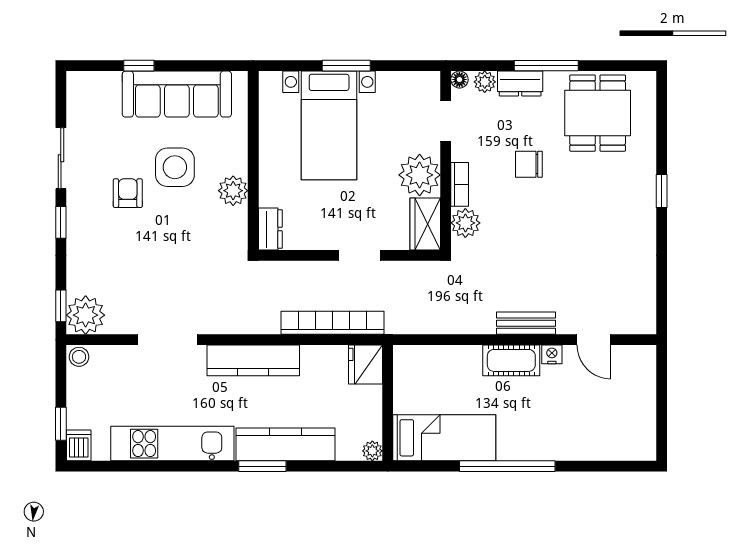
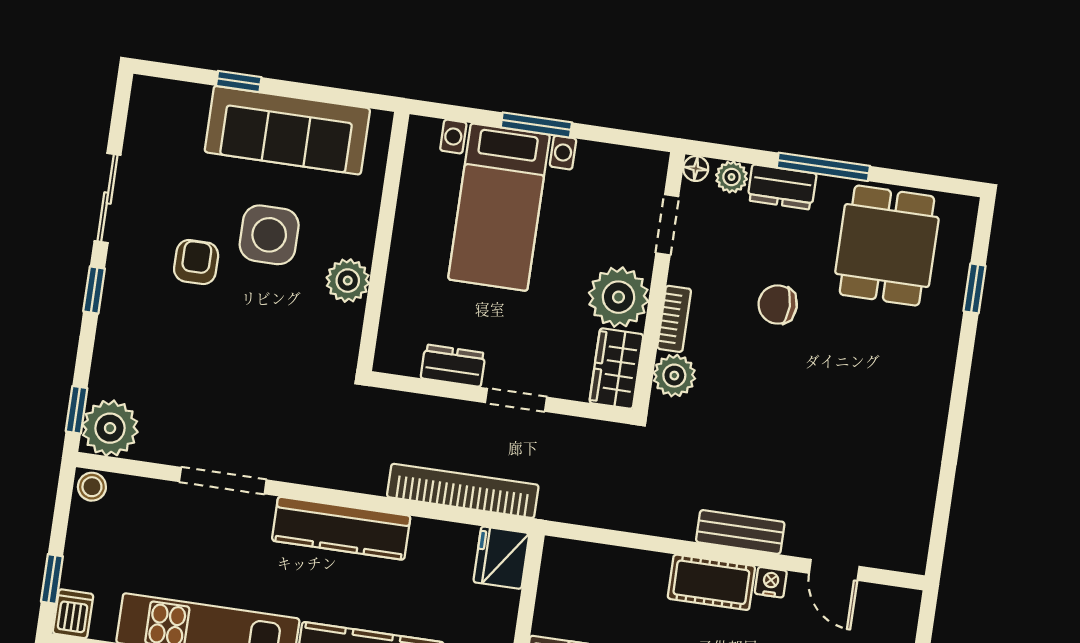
window: (662, 191) -> (975, 288), moved
dresser: (270, 229) -> (453, 366), moved, turned -90

